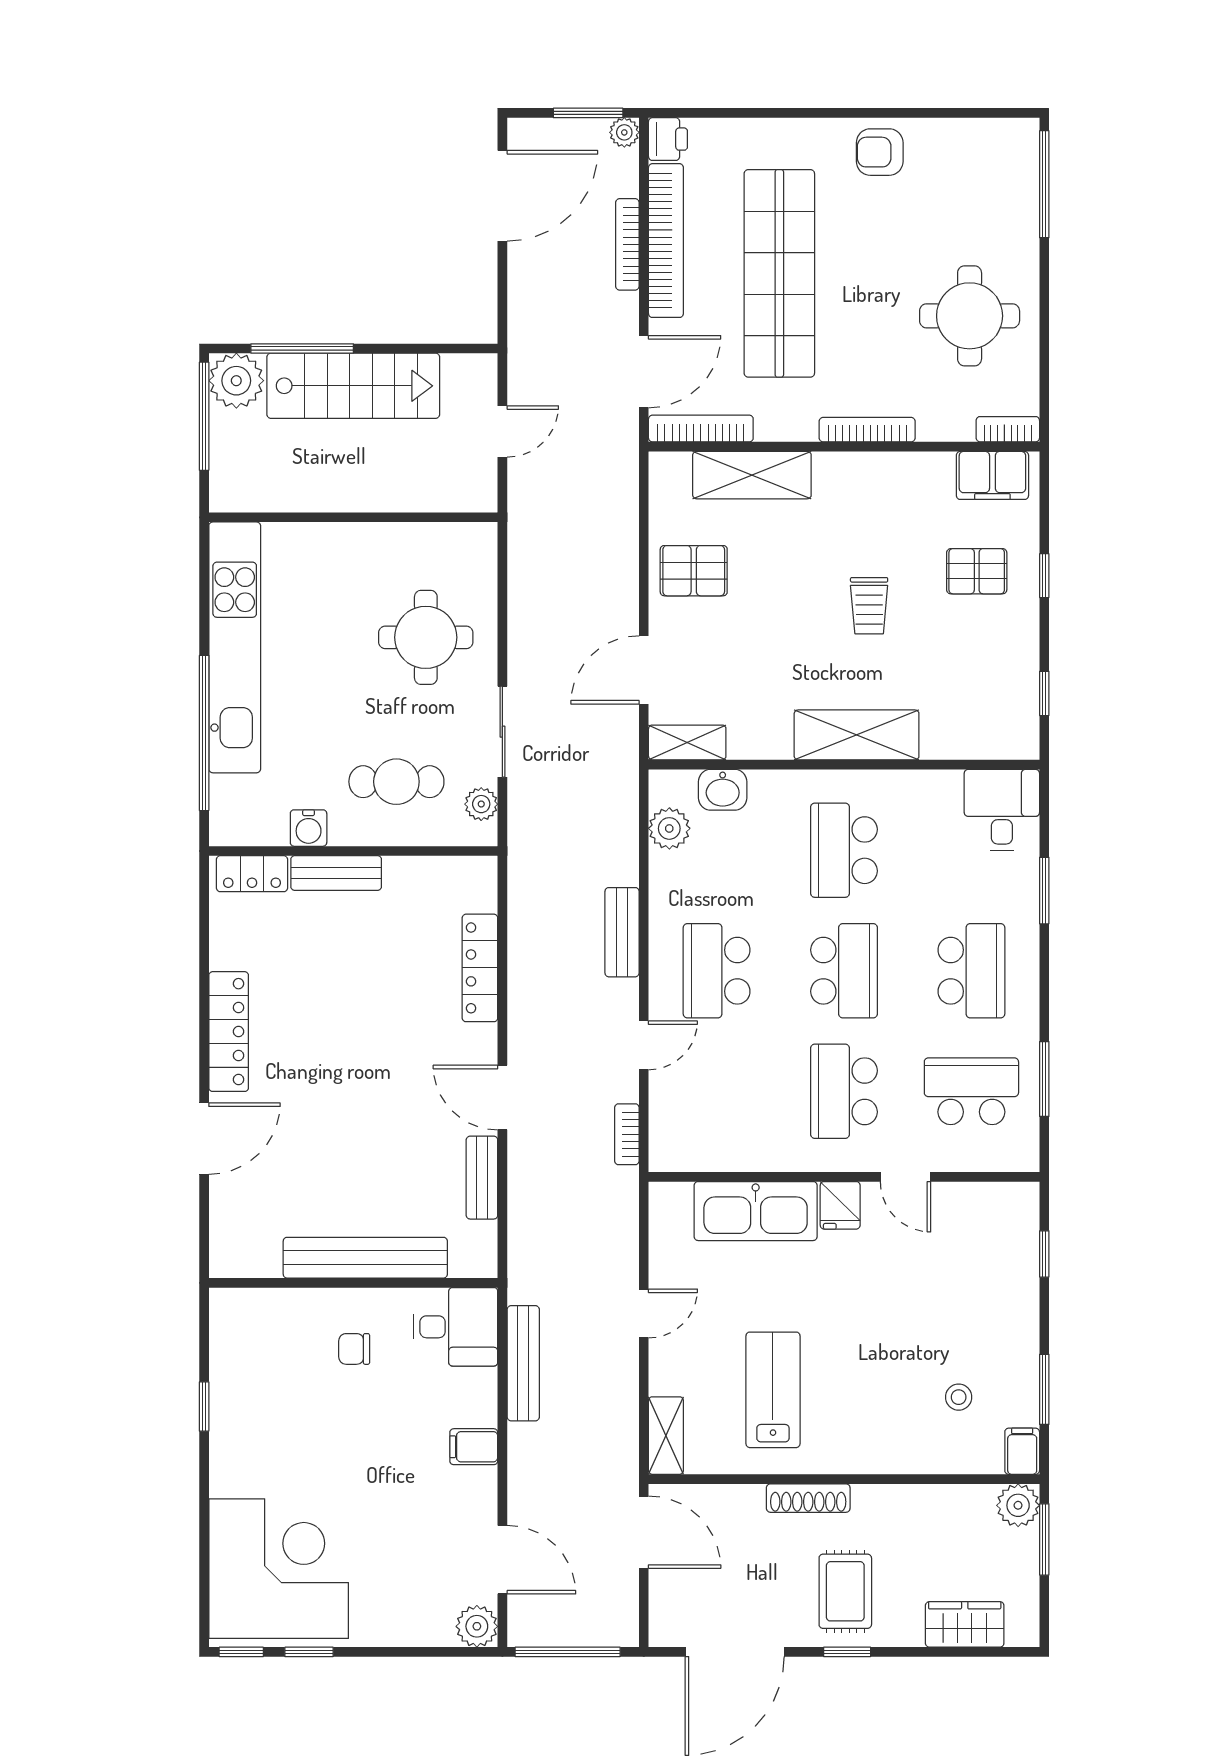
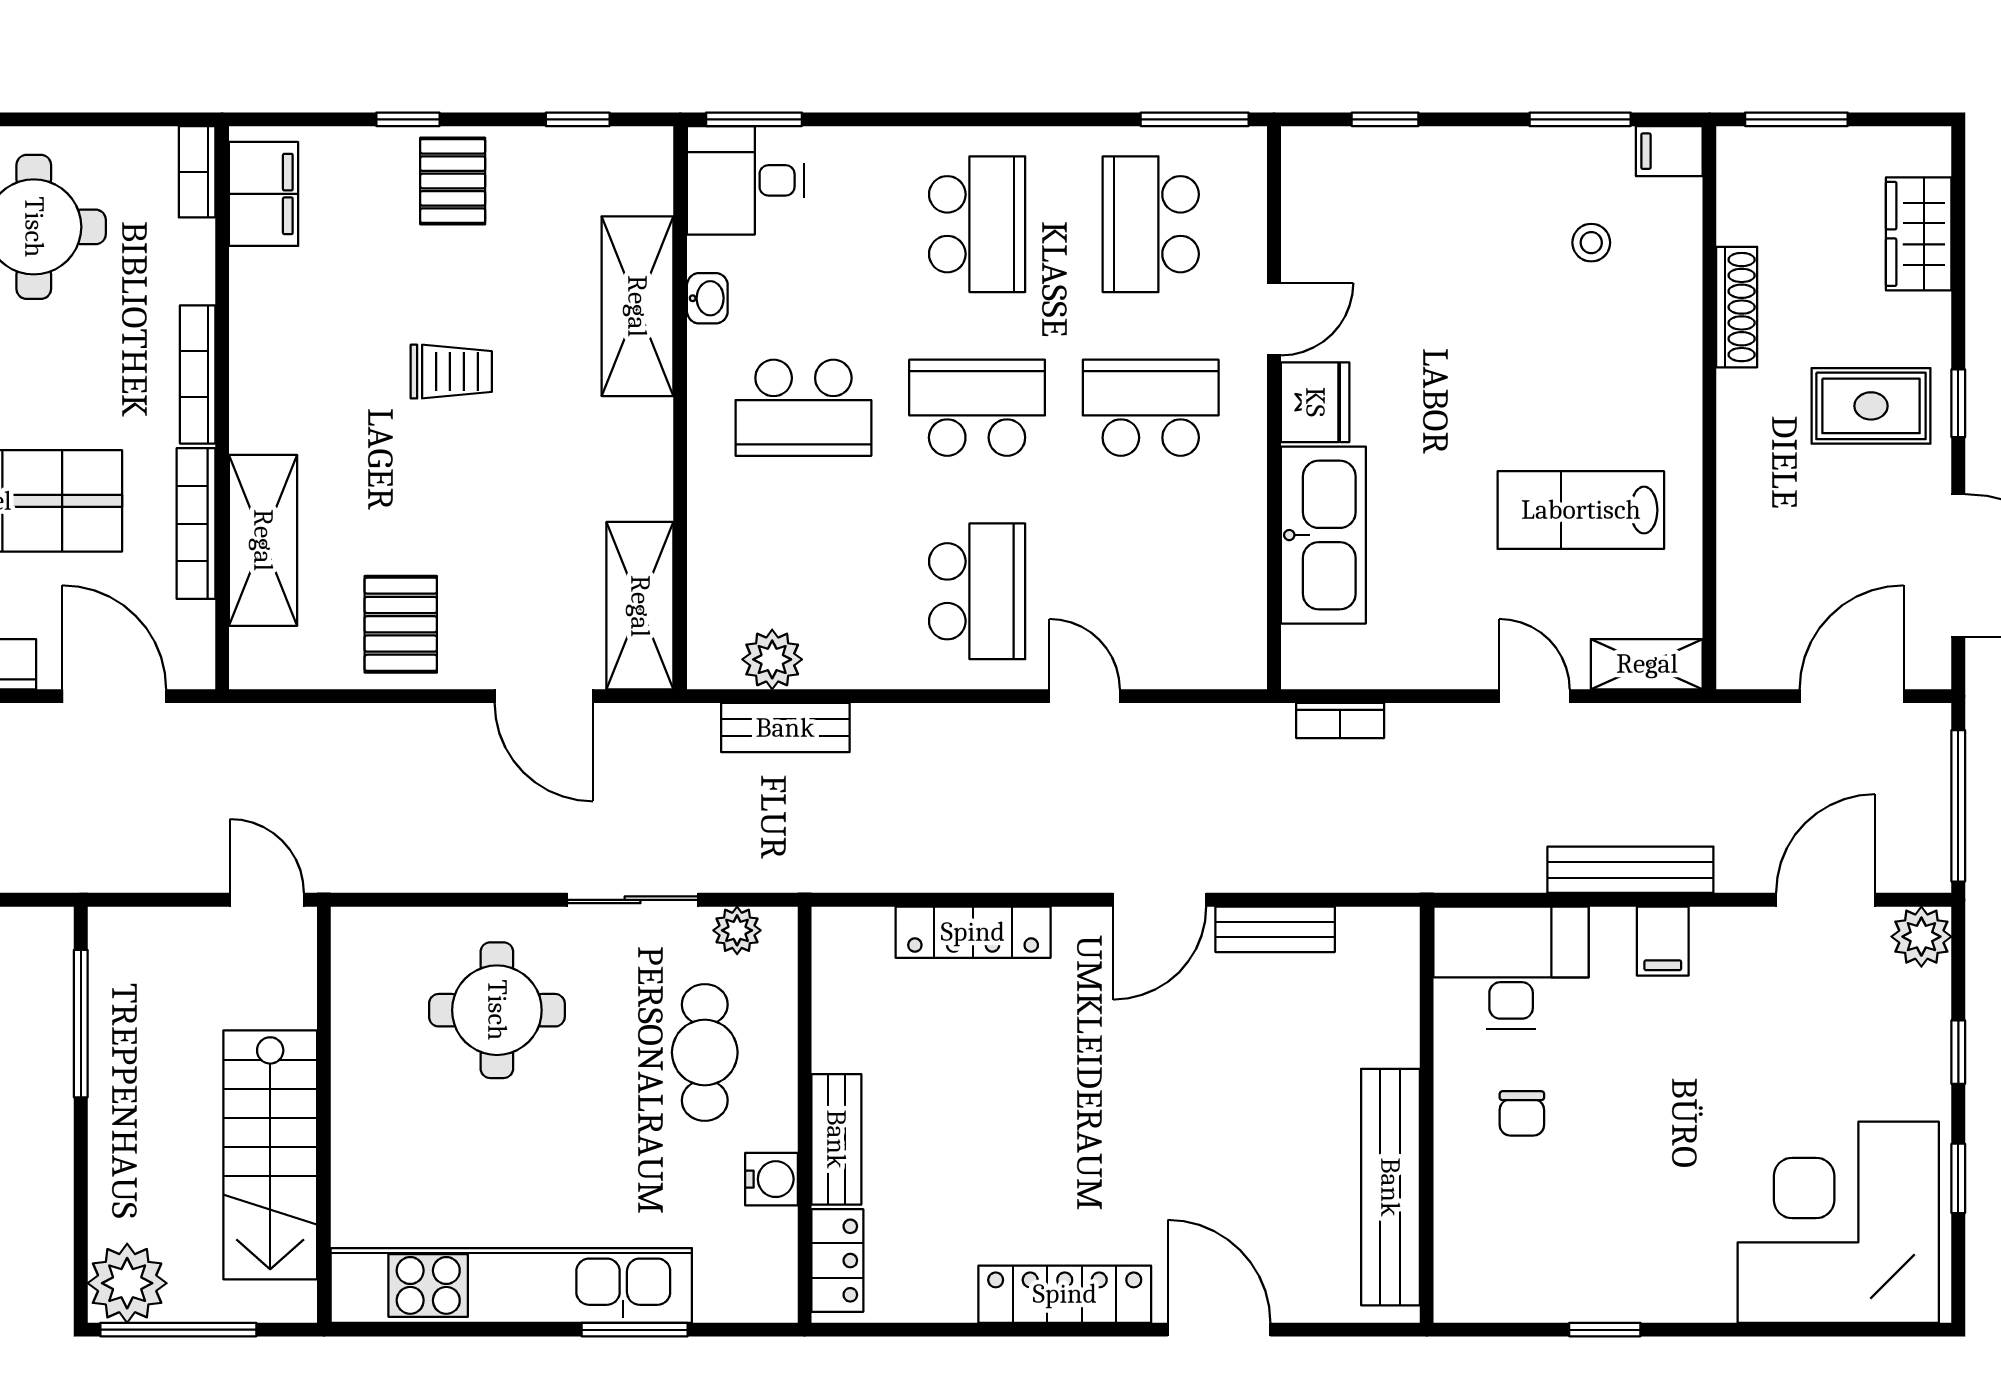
window: (302, 348) -> (81, 1024), moved
stairs: (353, 386) -> (270, 1155), moved, turned 180
bookcase: (701, 429) -> (196, 524), moved
door: (502, 431) -> (267, 900), moved
pallet: (977, 571) -> (453, 181), moved
window: (204, 733) -> (635, 1330), width x0.47
shelving: (857, 735) -> (637, 306), moved
shelving: (687, 742) -> (640, 606), width x1.50, depth x1.33
washbasin: (723, 790) -> (707, 298), moved, width x0.72, depth x0.69
window: (1044, 891) -> (754, 119), moved
bench: (622, 932) -> (785, 728), moved
school desk: (717, 971) -> (977, 591), turned -90
school desk: (971, 971) -> (977, 224), turned 90
window: (1044, 1079) -> (1195, 119), moved
school desk: (844, 1091) -> (1151, 408), turned 180
bookcase: (627, 1134) -> (1340, 721), moved
fridge: (840, 1205) -> (1315, 402), width x1.38
bench: (365, 1258) -> (1390, 1187), moved
door: (644, 1314) -> (1534, 696), moved
desk: (455, 1327) -> (1511, 968), width x1.37
bench: (523, 1363) -> (1630, 870), moved
shoe rack: (808, 1498) -> (1737, 307), moved
plant: (1018, 1505) -> (1747, 157), removed
door: (644, 1532) -> (1852, 696), moved
window: (241, 1652) -> (1958, 1052), moved

